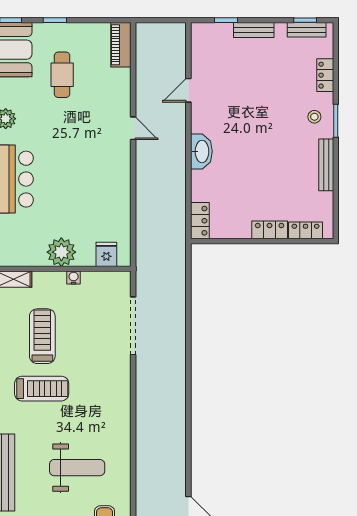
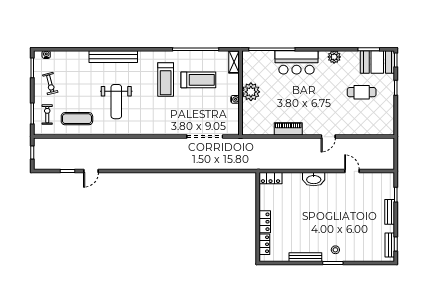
piano: (121, 45) -> (288, 129), moved
locker: (325, 75) -> (361, 257), removed
fridge: (106, 254) -> (249, 120), removed

